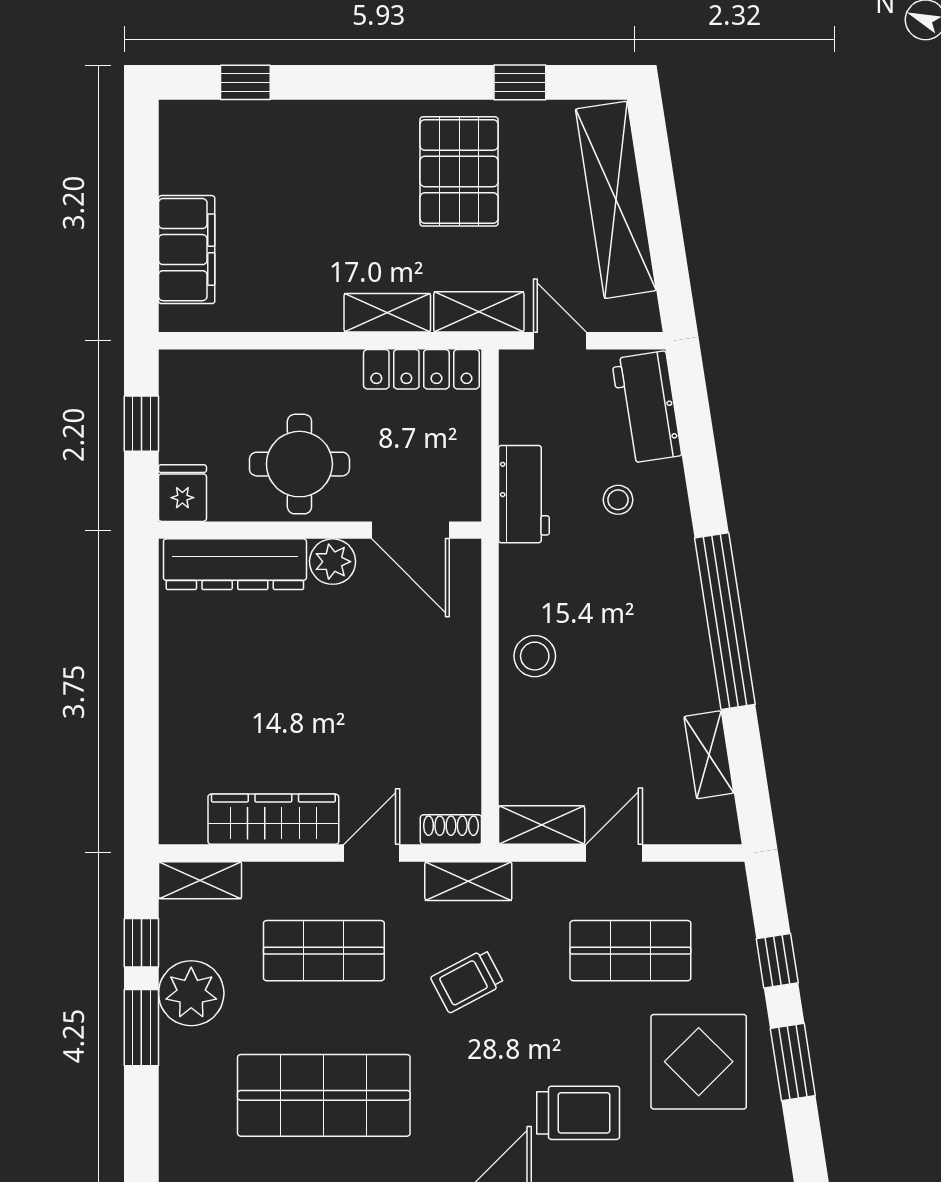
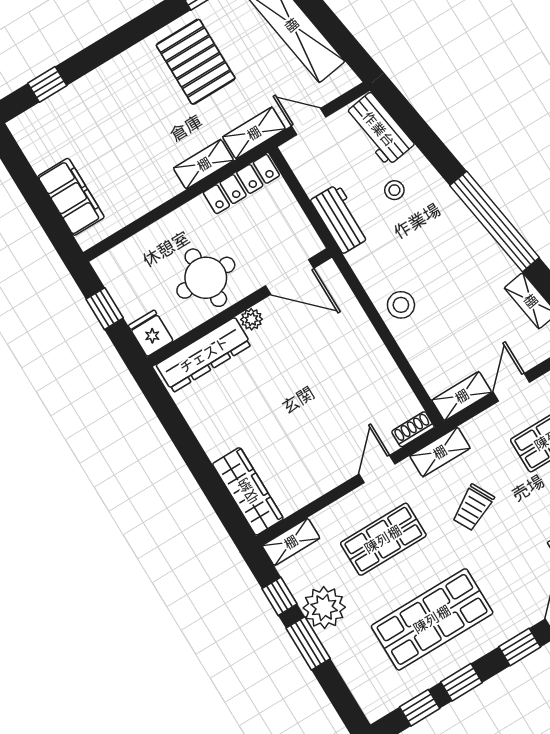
plant: (333, 562) -> (251, 319), width x0.73, depth x0.73
wardrobe: (273, 819) -> (248, 491), moved, turned 90

